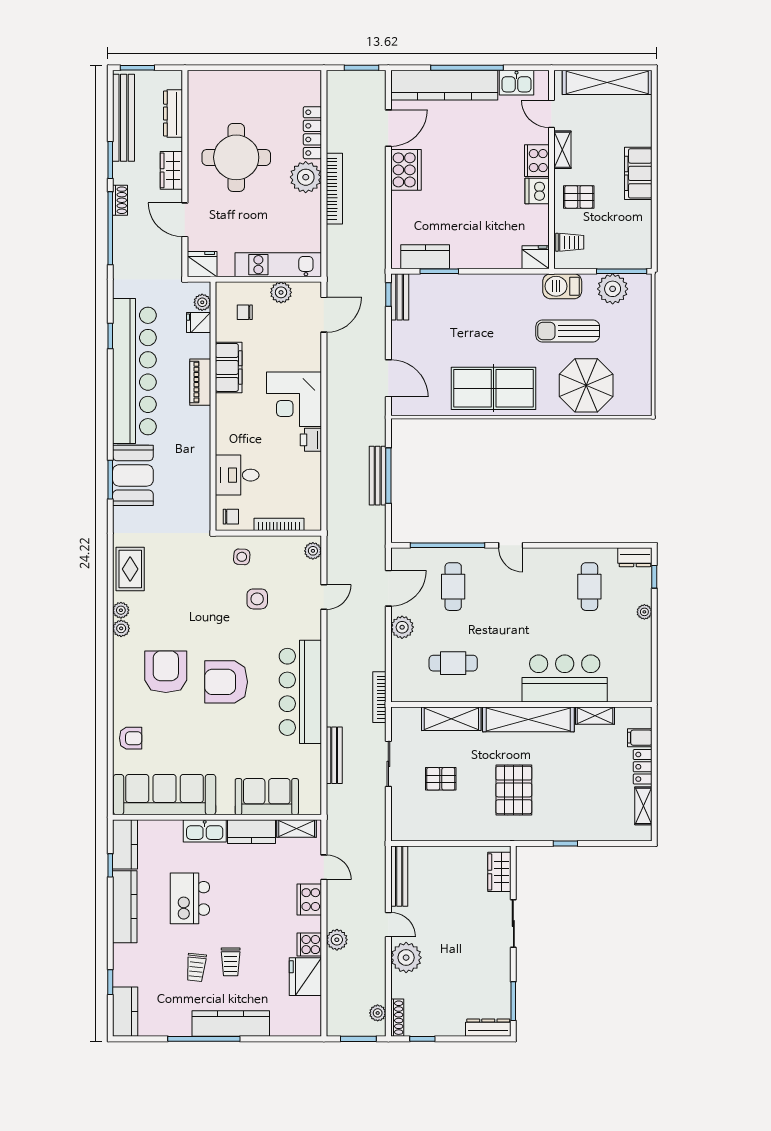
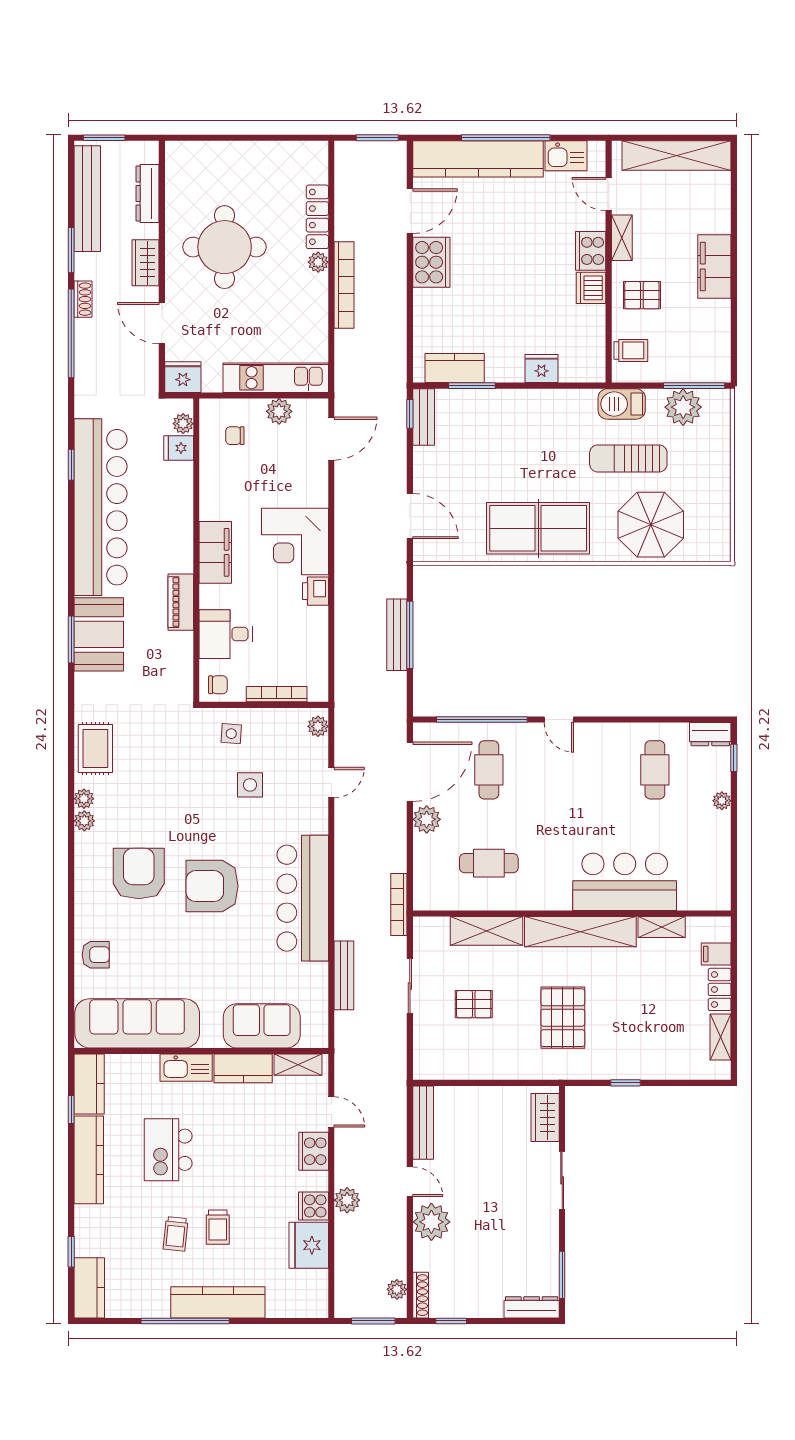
plant: (306, 177) -> (318, 262), width x0.53, depth x0.53
fridge: (536, 257) -> (541, 369), moved
filing cabinet: (229, 367) -> (215, 552), moved
piano: (200, 382) -> (181, 602), moved
door: (388, 588) -> (410, 772), width x1.36

